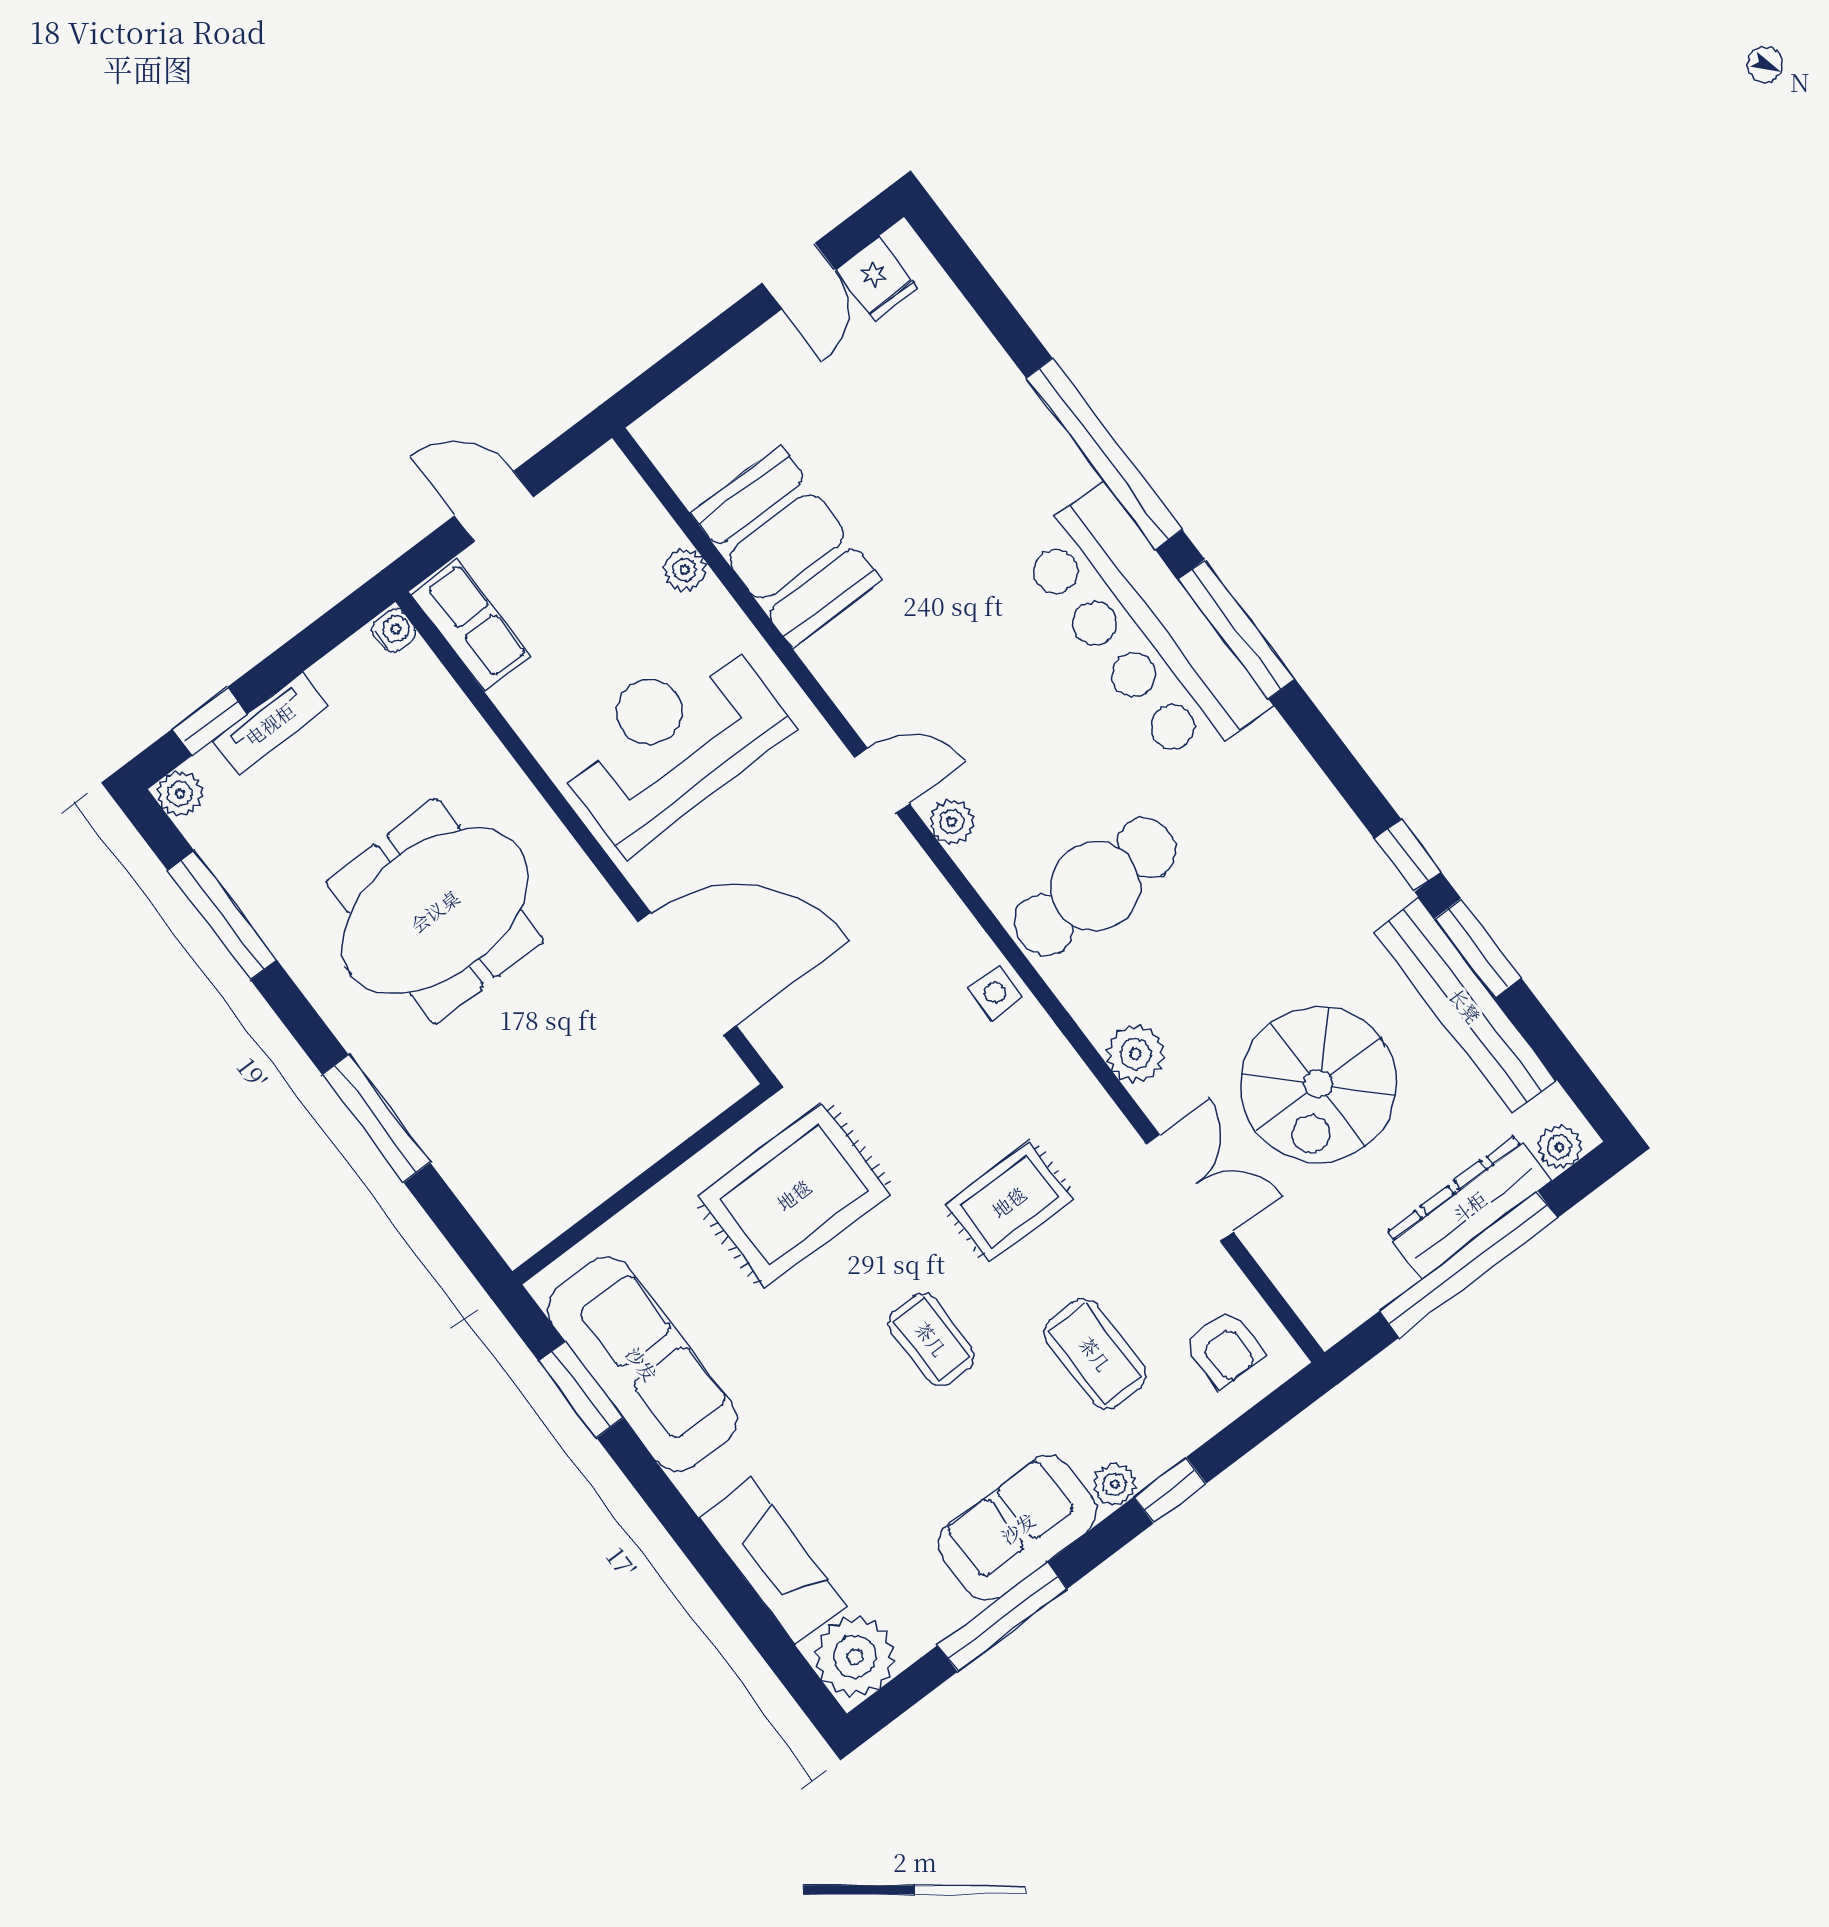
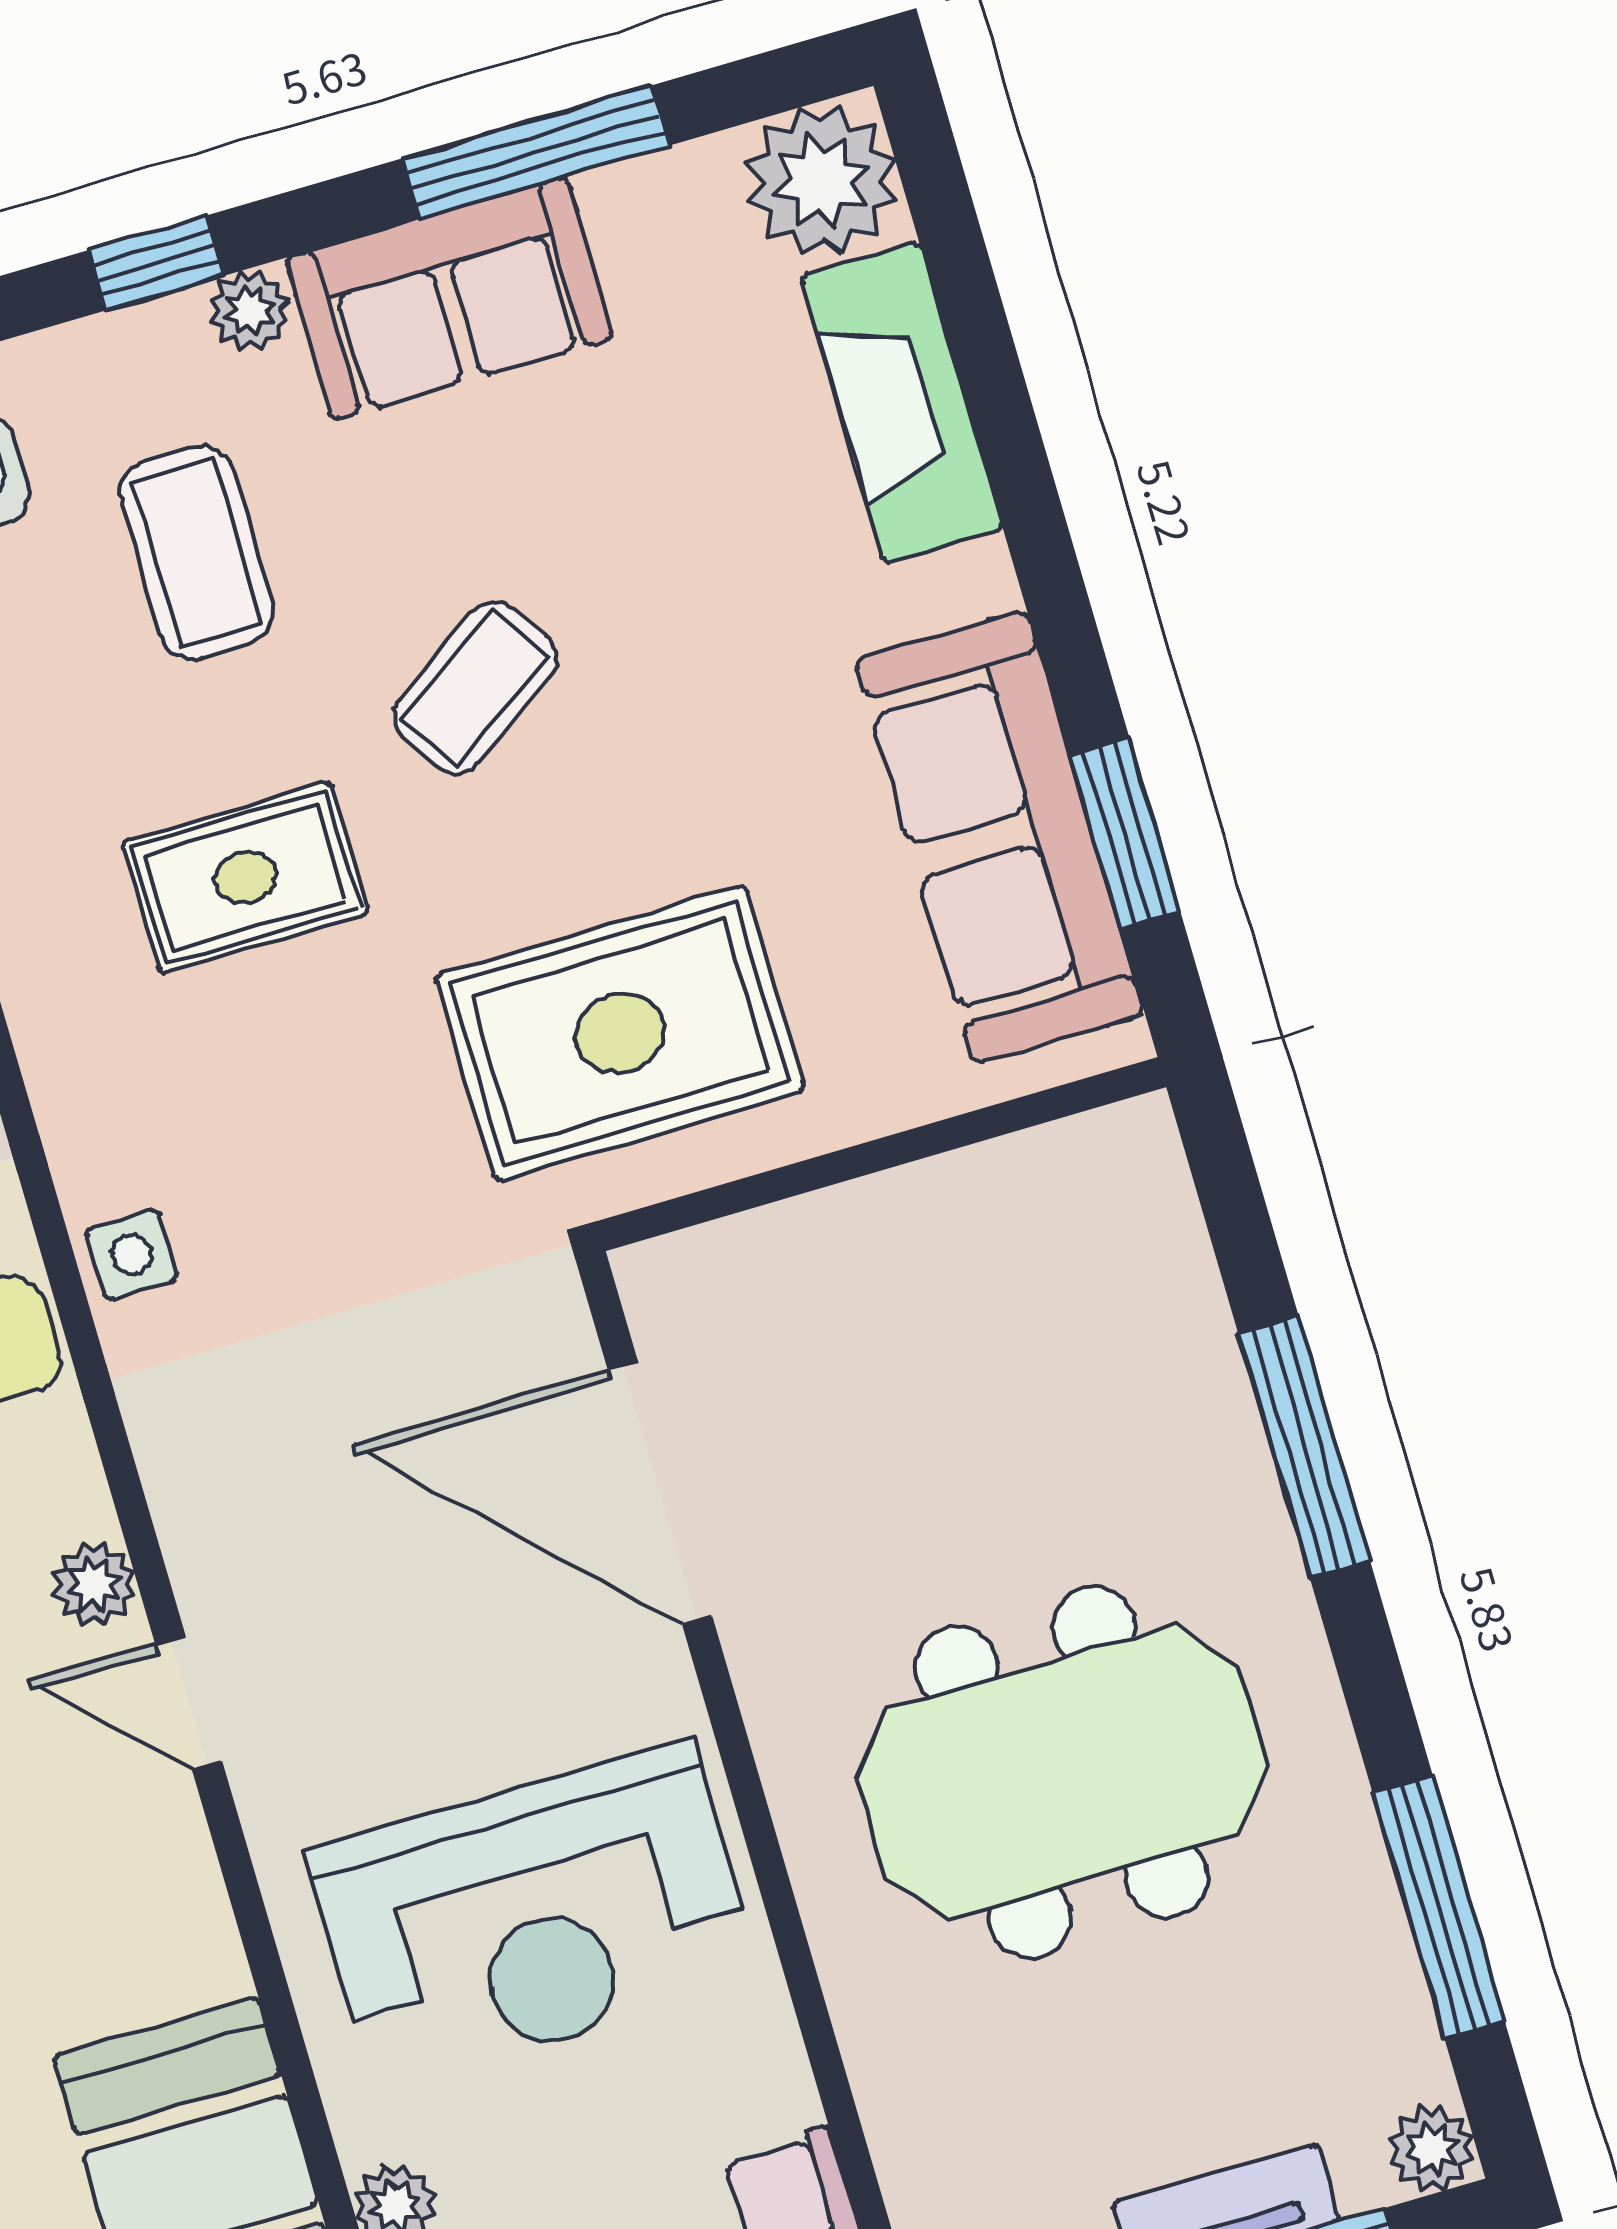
coffee table: (931, 1339) -> (475, 688), turned 56

